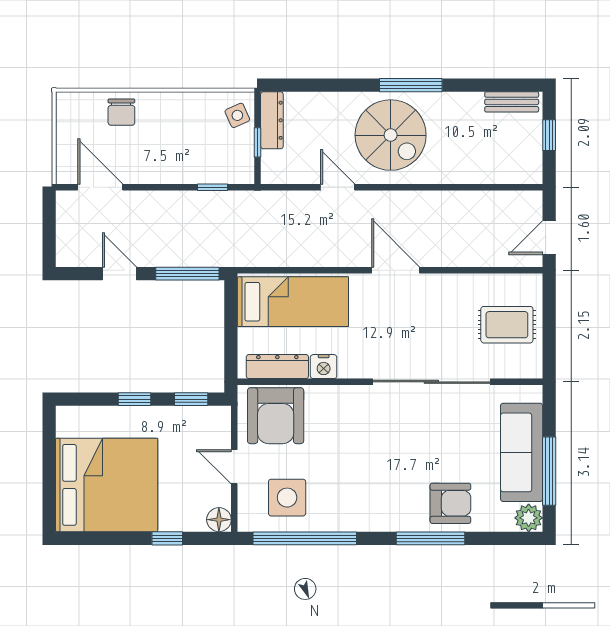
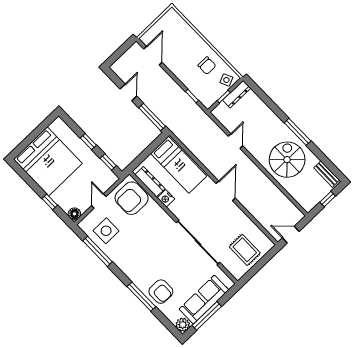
chair: (121, 112) -> (207, 66), moved, turned -90
spiral stairs: (391, 135) -> (287, 160), moved, turned 180
window: (305, 538) -> (98, 251), width x0.68

